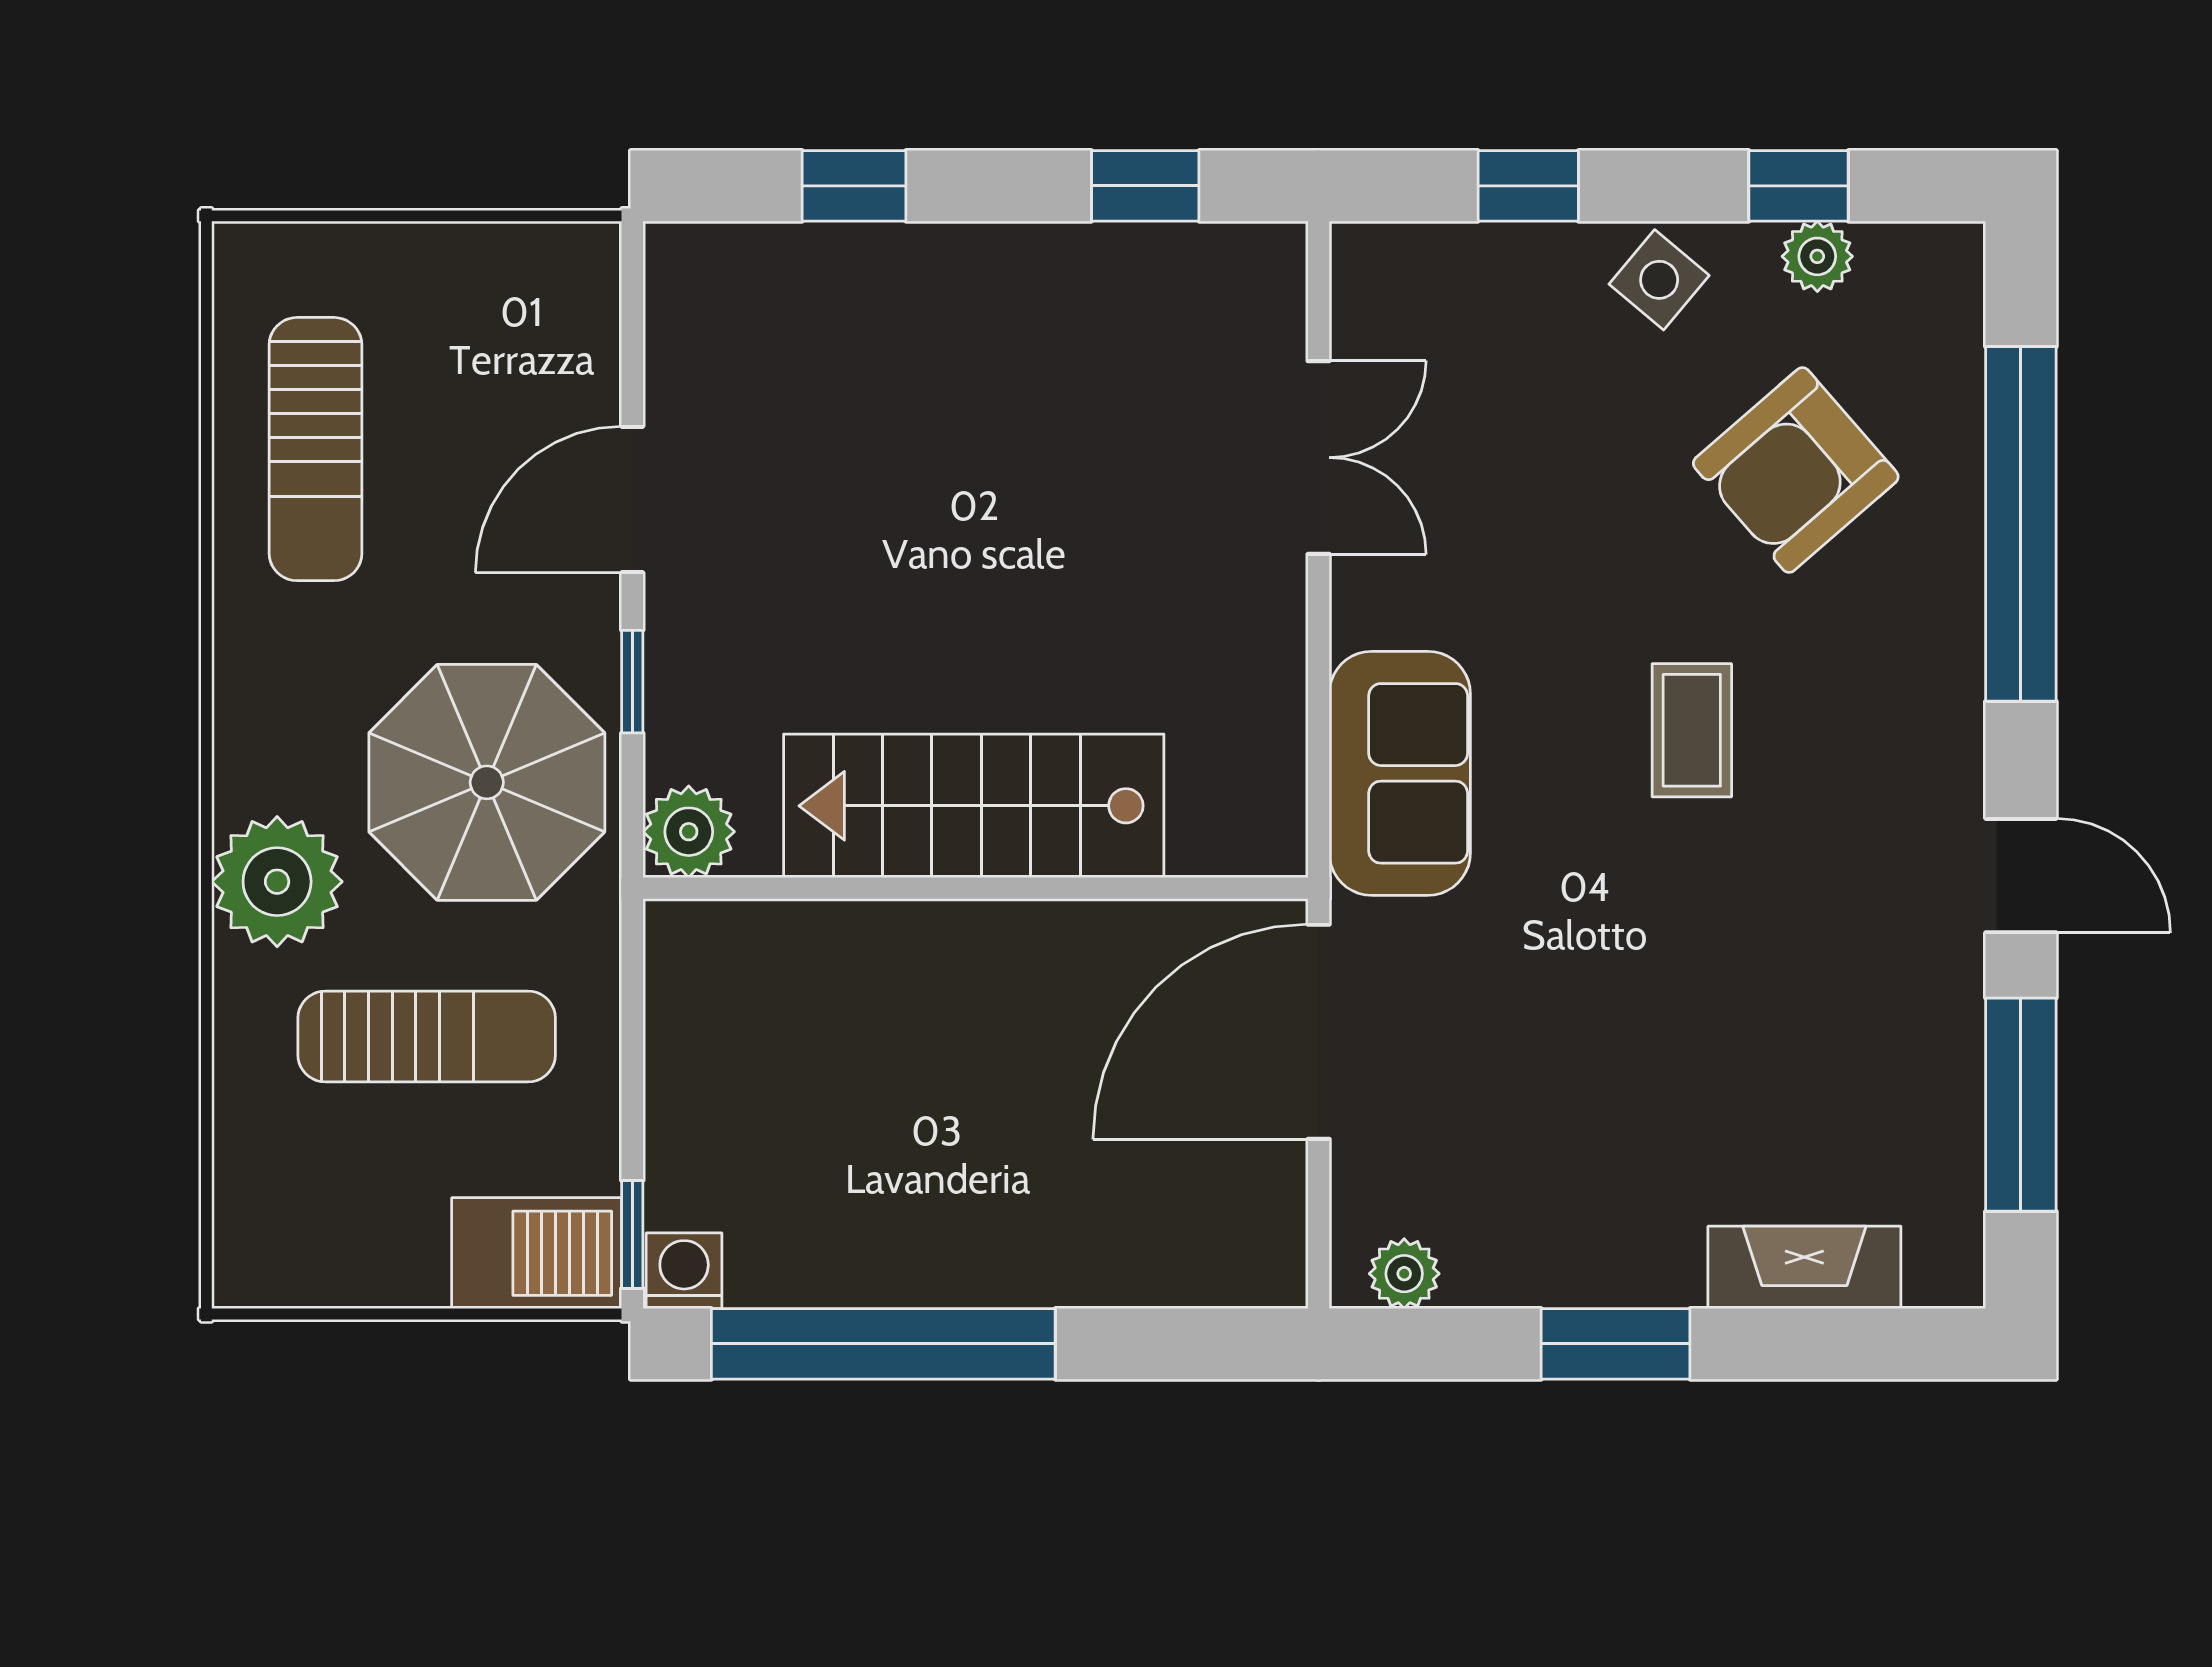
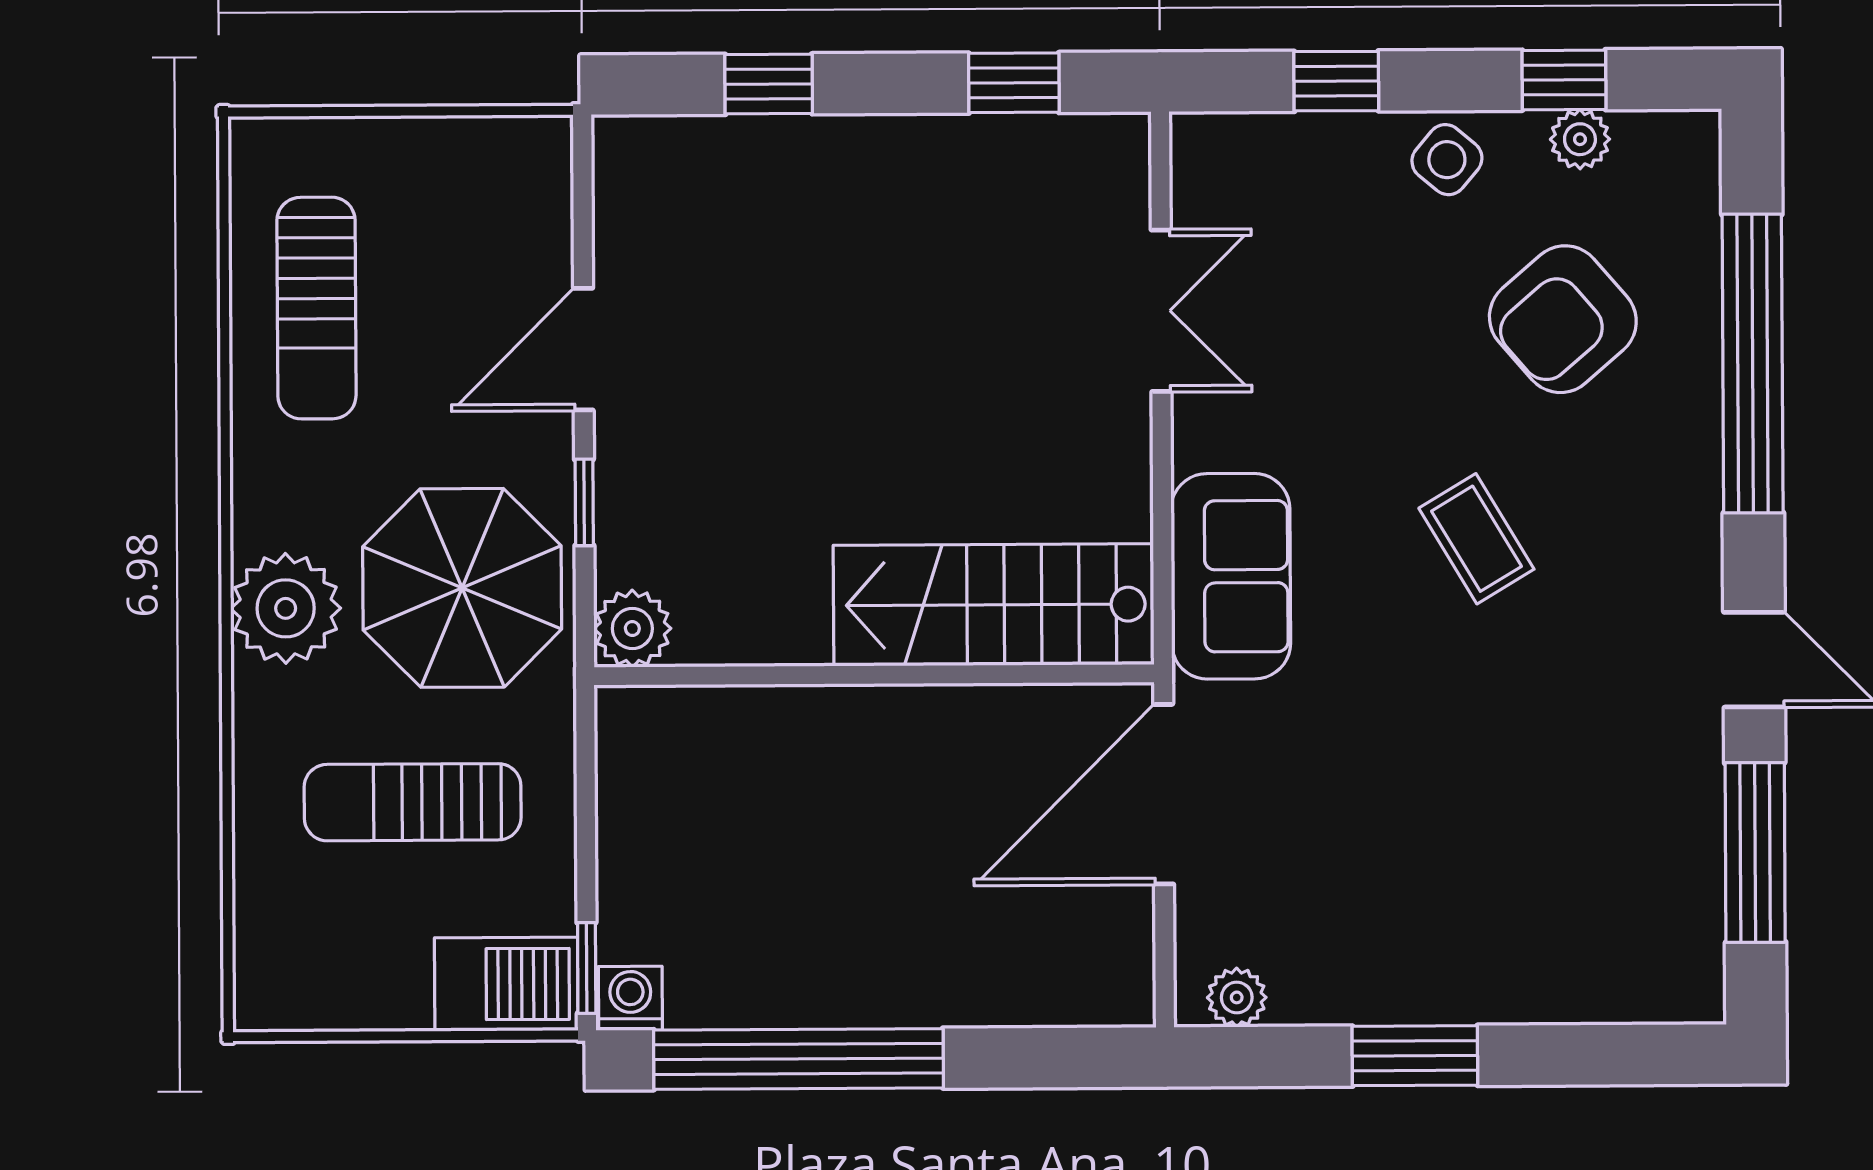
coffee table: (1692, 730) -> (1476, 539), turned -31
stairs: (974, 806) -> (994, 605), moved
plant: (277, 882) -> (286, 608), moved
sun lounger: (427, 1037) -> (413, 802), turned 180
fireplace: (1804, 1267) -> (1574, 991), removed

